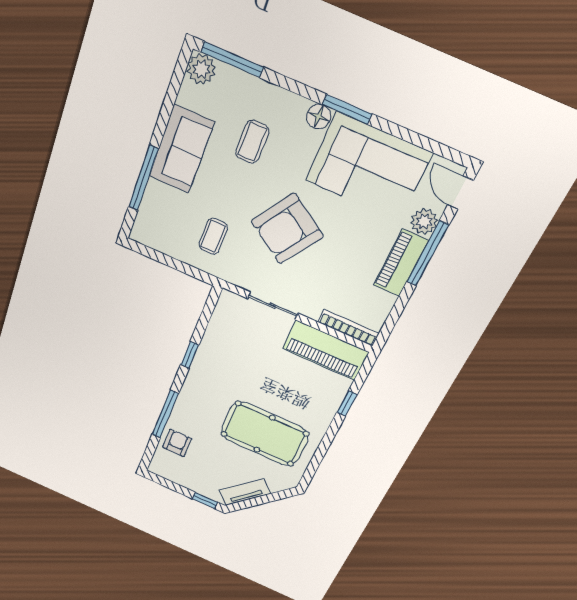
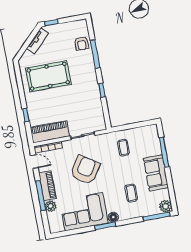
door: (460, 193) -> (34, 162), moved
armchair: (287, 229) -> (85, 170), moved

